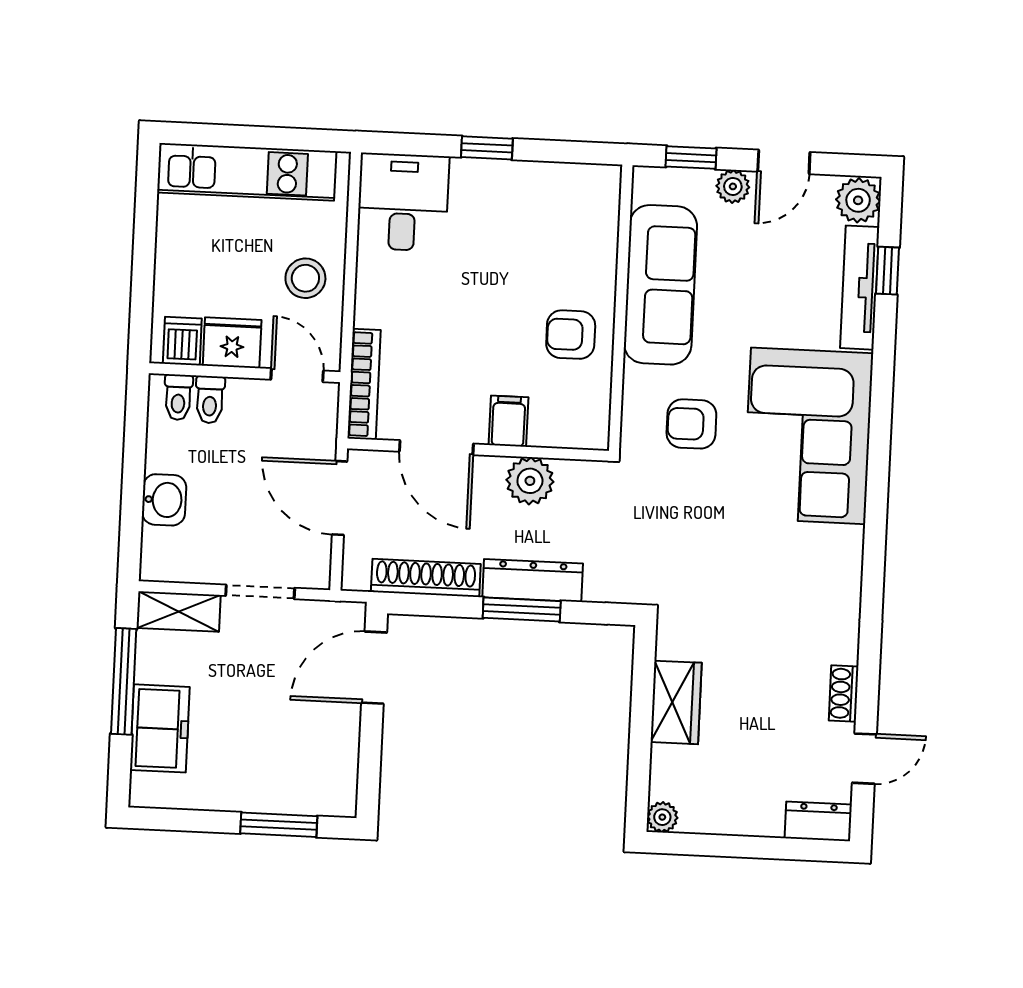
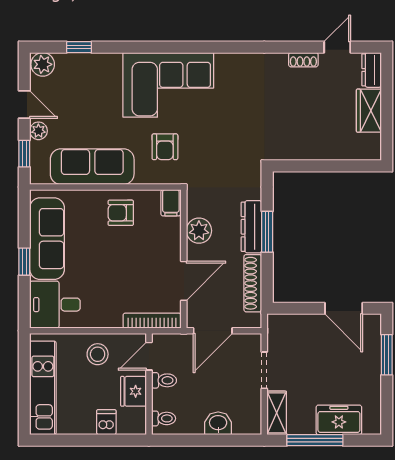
sofa: (528, 193) -> (47, 239), added
tv unit: (860, 288) -> (89, 61), removed
armchair: (571, 335) -> (121, 213), turned 90
dishwasher: (182, 341) -> (106, 422), moved, turned 90
toilet: (210, 400) -> (164, 380), moved
filing cabinet: (508, 421) -> (171, 203), moved, turned -90
door: (374, 668) -> (344, 308), moved
wardrobe: (676, 702) -> (369, 111), moved, turned -90
door: (864, 759) -> (337, 47), hinge flipped
plant: (662, 817) -> (373, 152), removed

